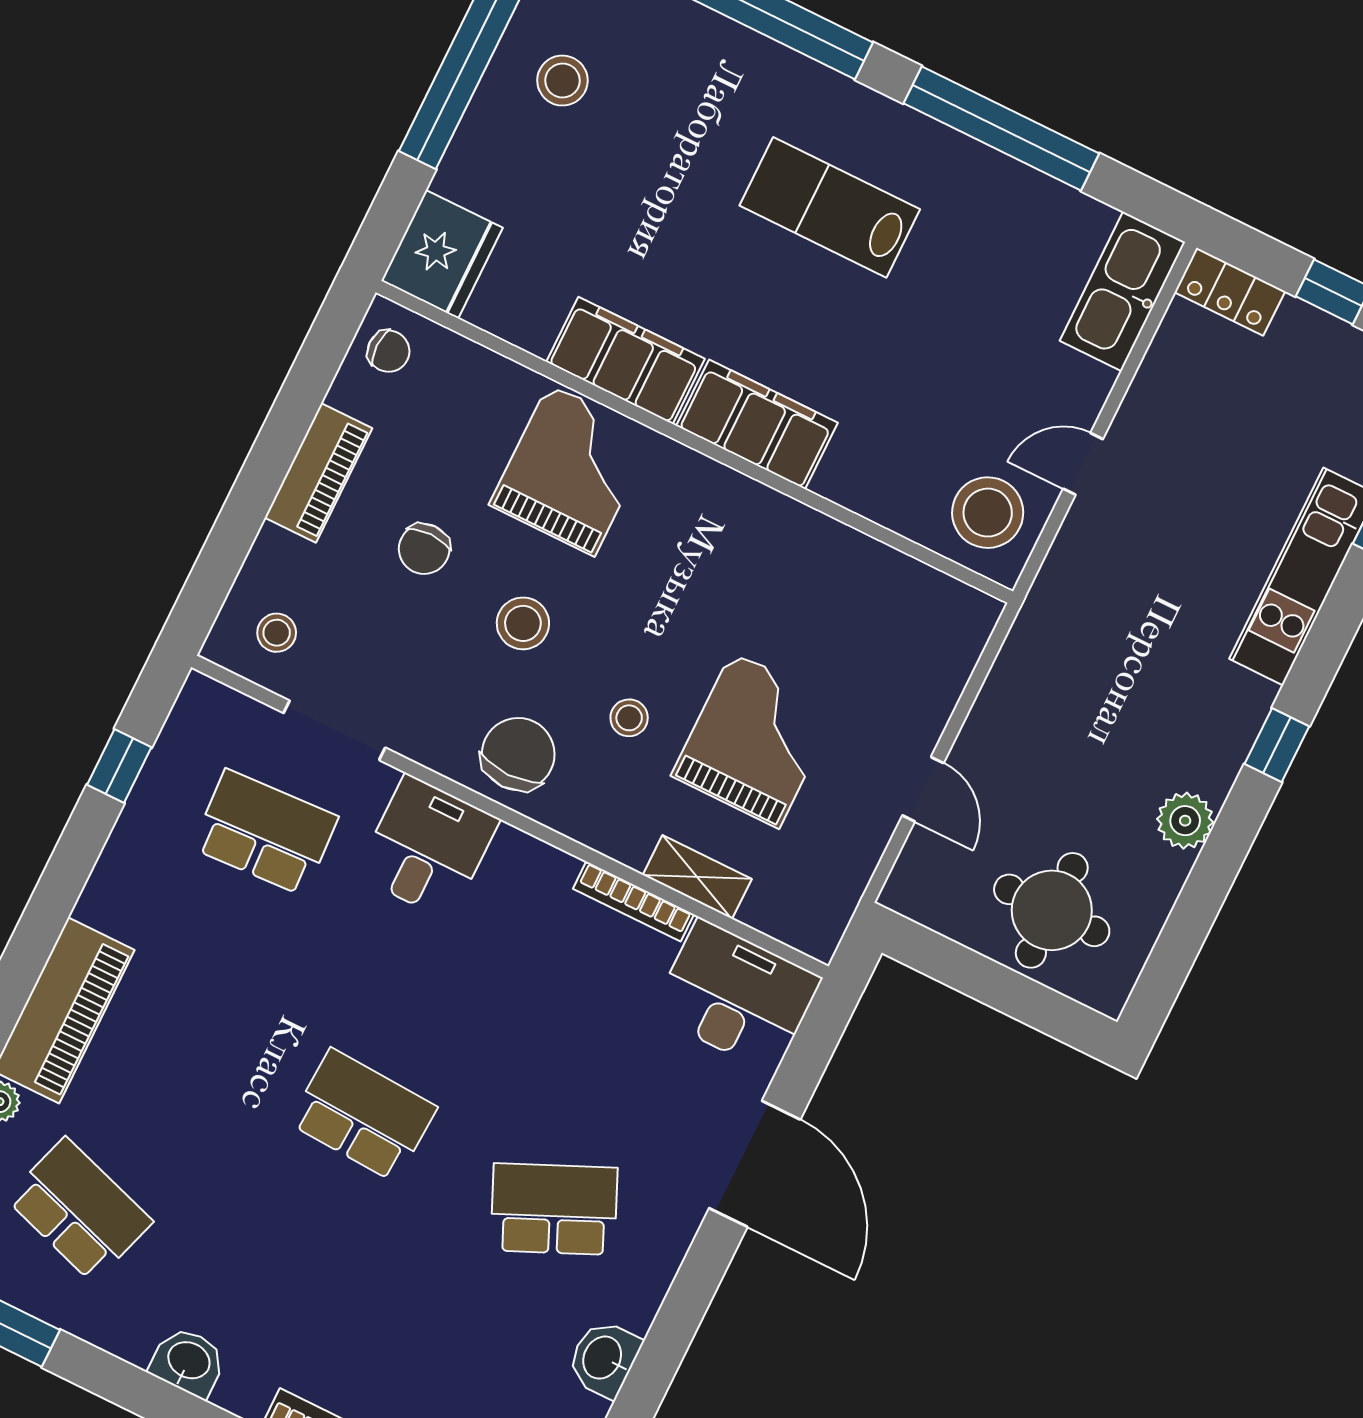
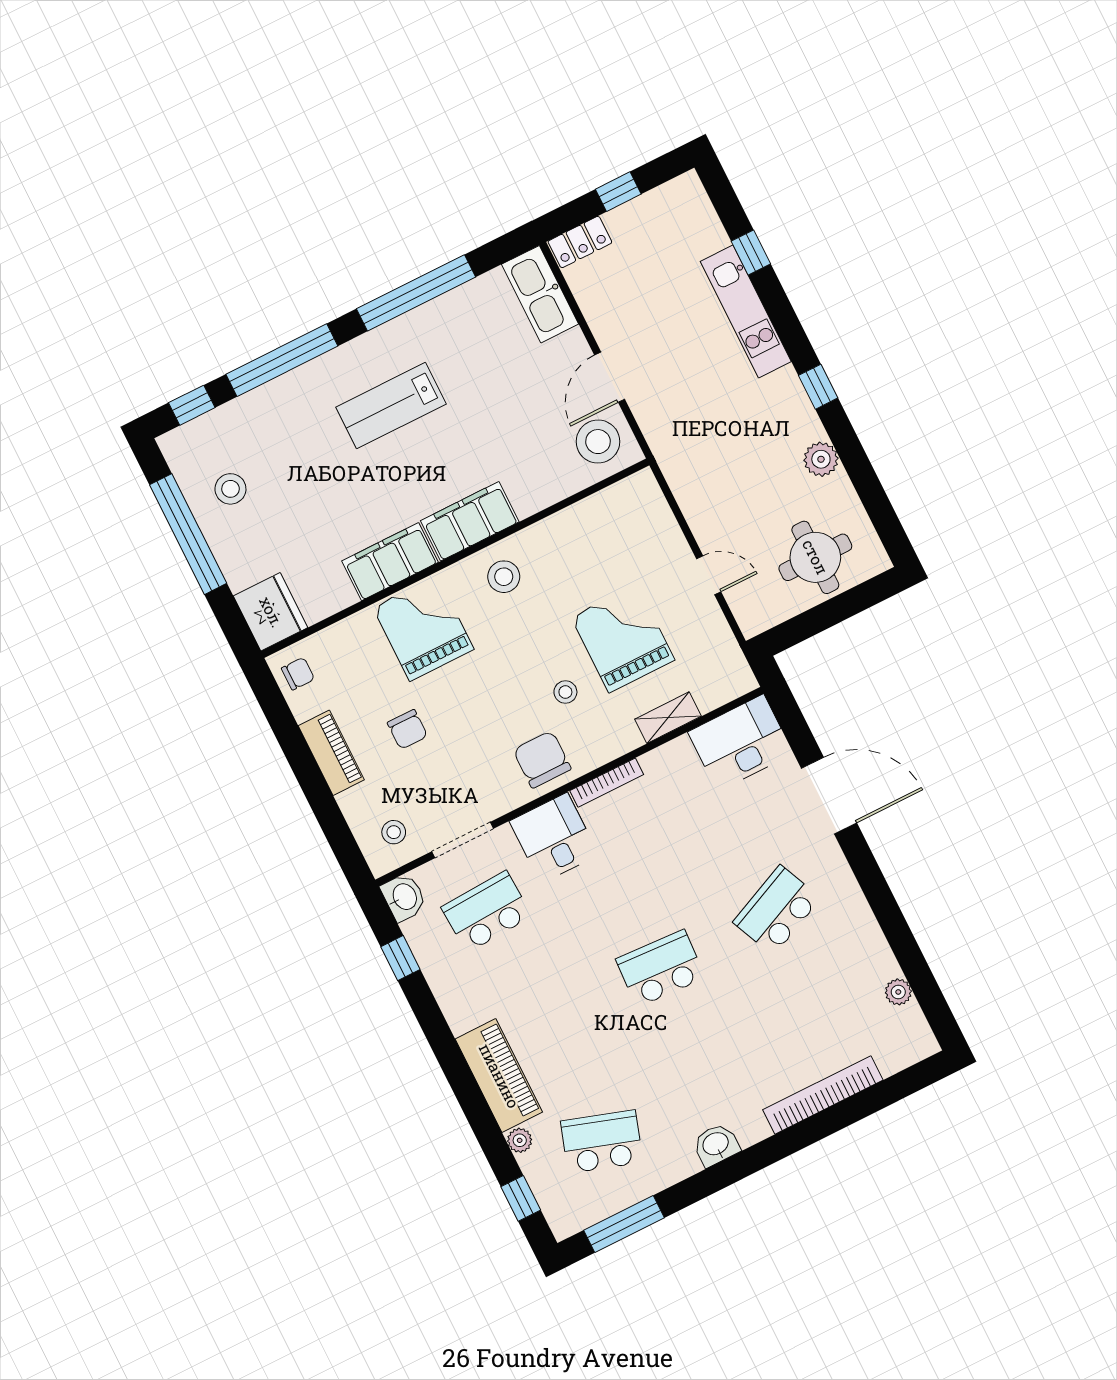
door: (1083, 464) -> (610, 377), width x1.38
stool: (523, 623) -> (504, 577), moved
bookcase: (634, 901) -> (607, 783), moved
washbasin: (604, 1358) -> (404, 897), moved, turned 180

